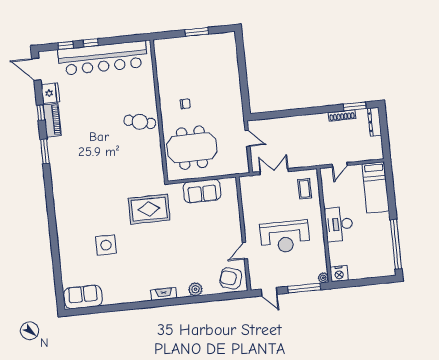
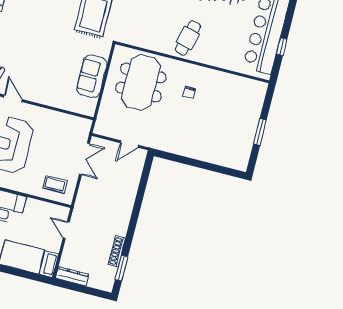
window: (91, 43) -> (282, 47), moved
dresser: (375, 122) -> (72, 276), moved

